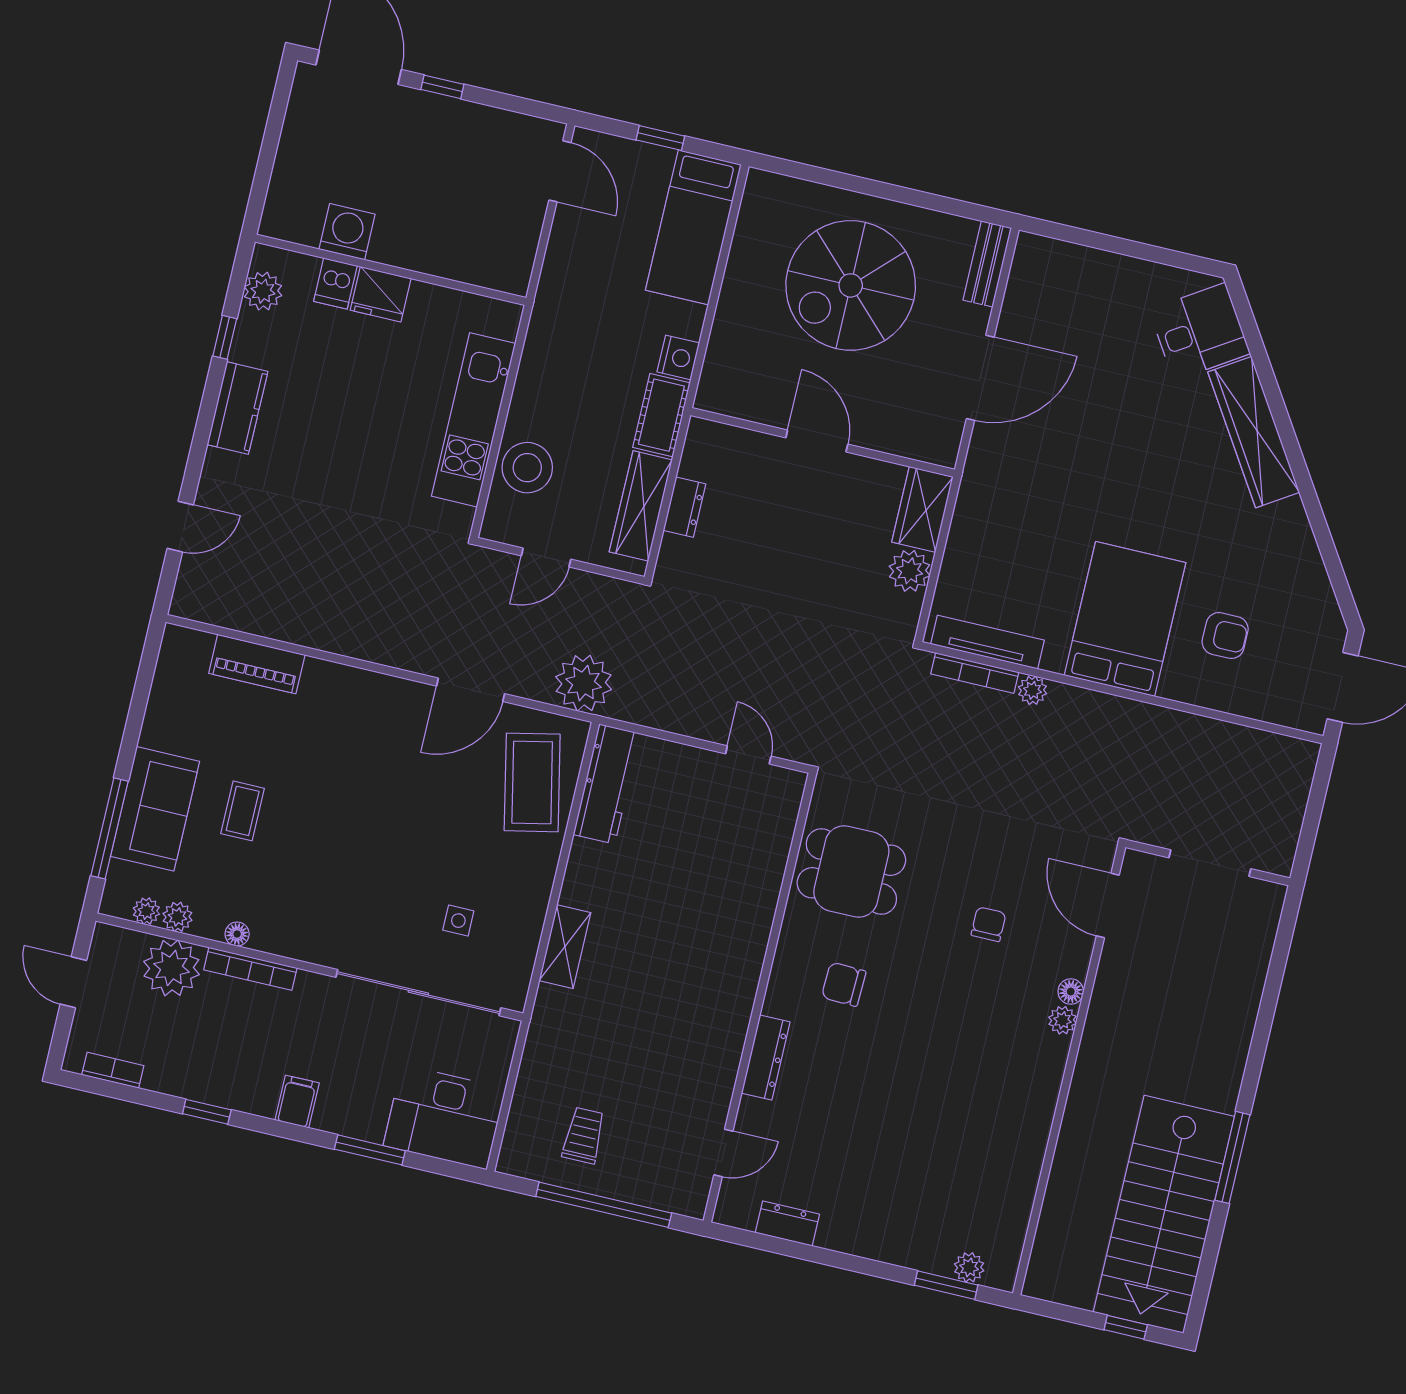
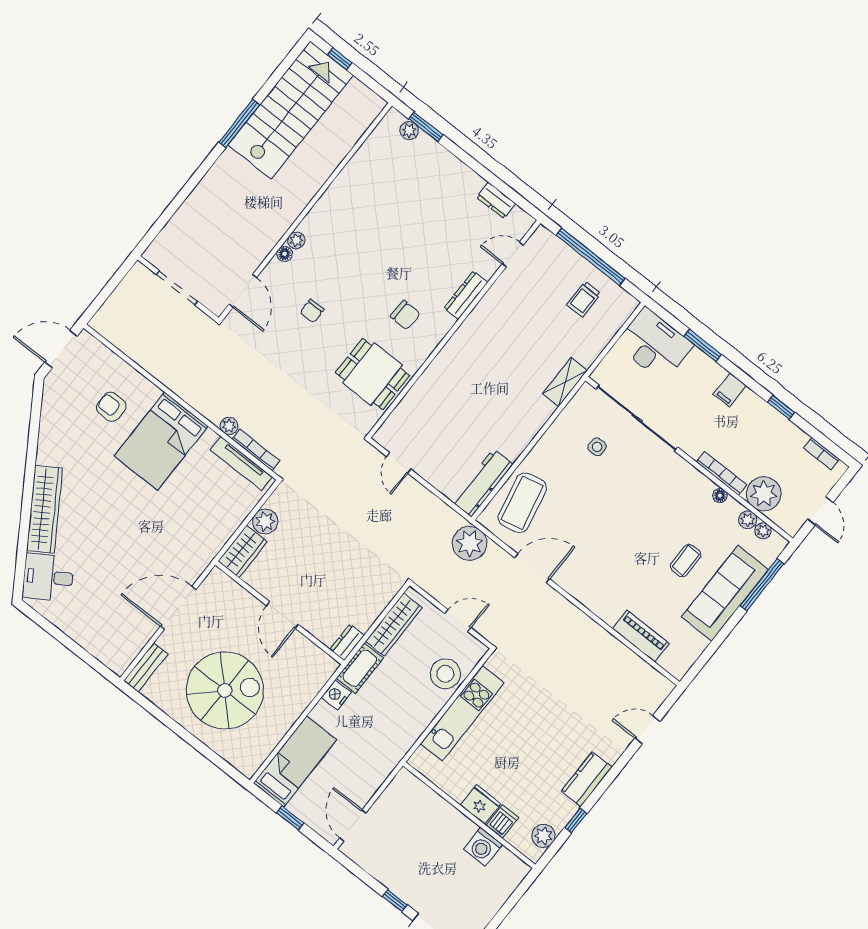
dresser: (685, 507) -> (347, 642), moved
sofa: (155, 809) -> (725, 593), width x1.36
shelving: (565, 947) -> (565, 382), moved

